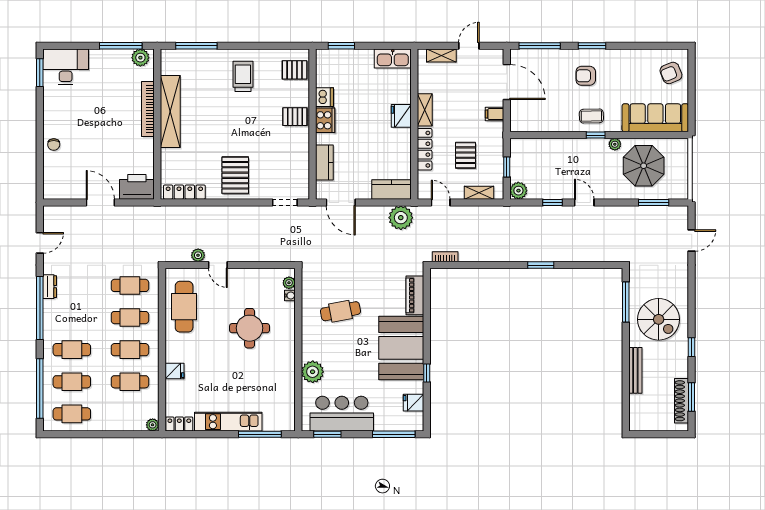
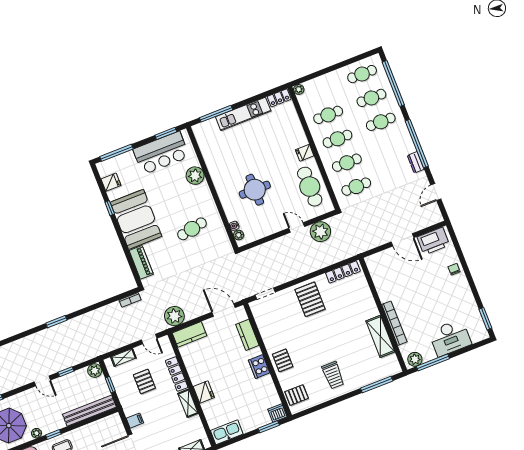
desk: (66, 67) -> (450, 338), moved
dishwasher: (324, 97) -> (277, 413), moved, turned 90
shelving: (170, 112) -> (380, 336), width x0.68
pallet: (295, 117) -> (283, 360), turned 90
bench: (543, 146) -> (89, 411), added
printer: (137, 187) -> (433, 241), moved
plant: (198, 255) -> (320, 232), width x1.87, depth x1.87
fridge: (174, 371) -> (305, 153), moved

